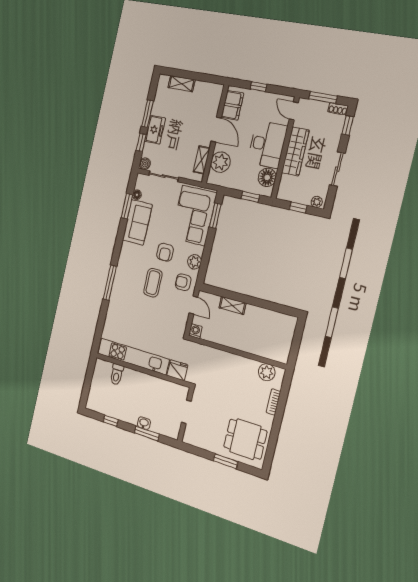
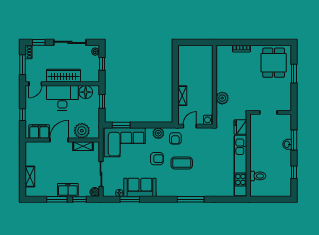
sliding door: (337, 169) -> (70, 42), width x1.37
plant: (267, 372) -> (222, 98), moved

